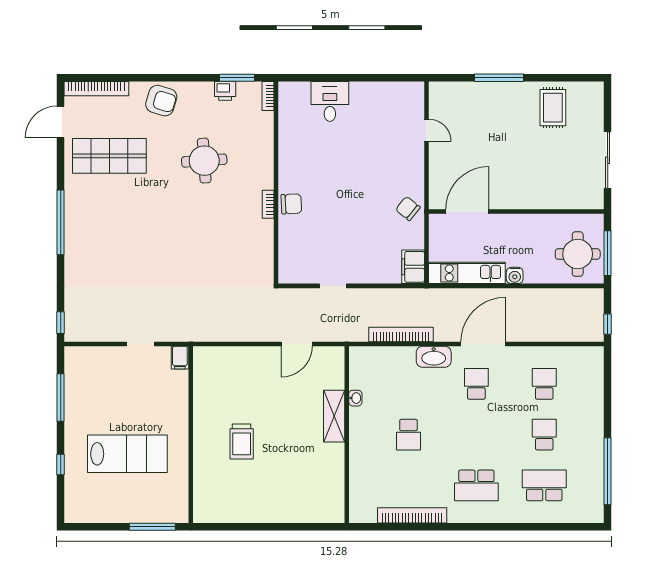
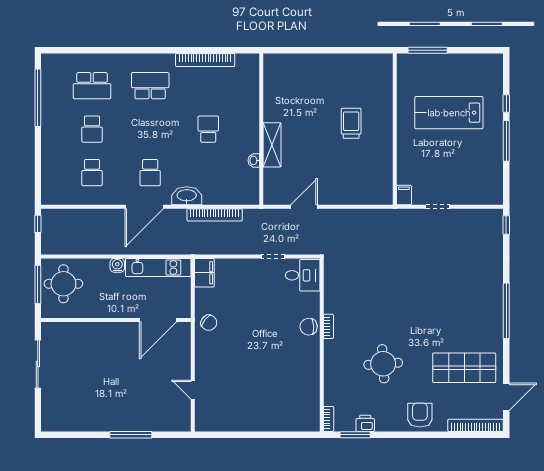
armchair: (161, 101) -> (420, 415), turned 73
desk: (330, 101) -> (303, 275), moved, turned -90
rug: (553, 108) -> (85, 409), removed
window: (61, 398) -> (506, 141), moved

